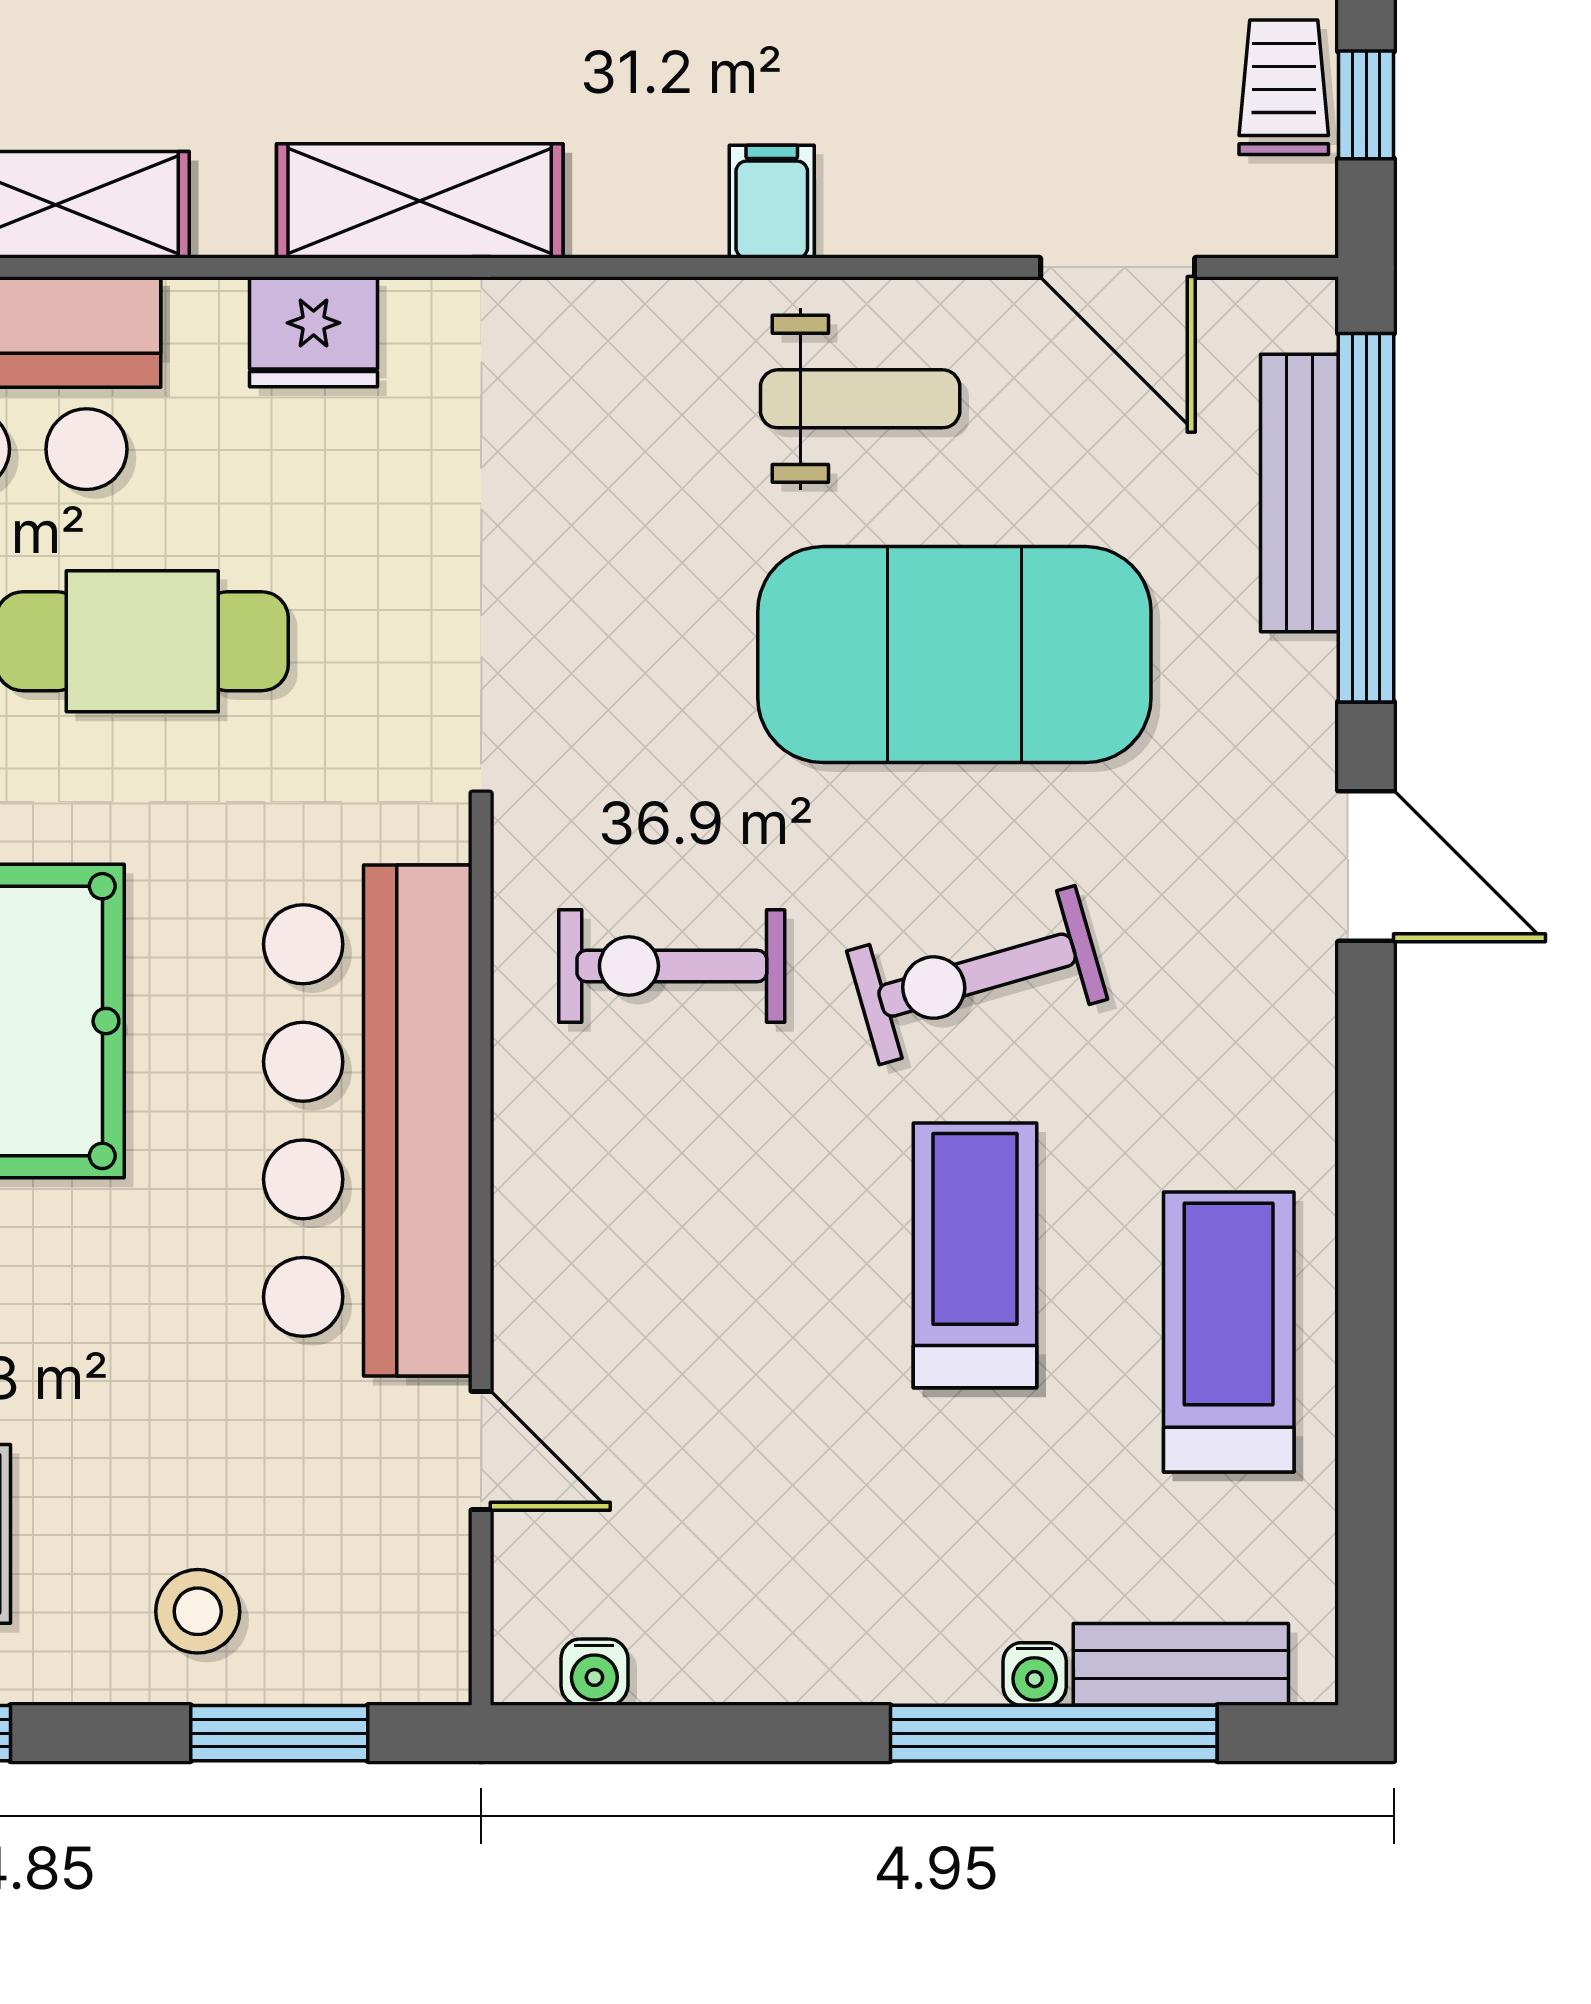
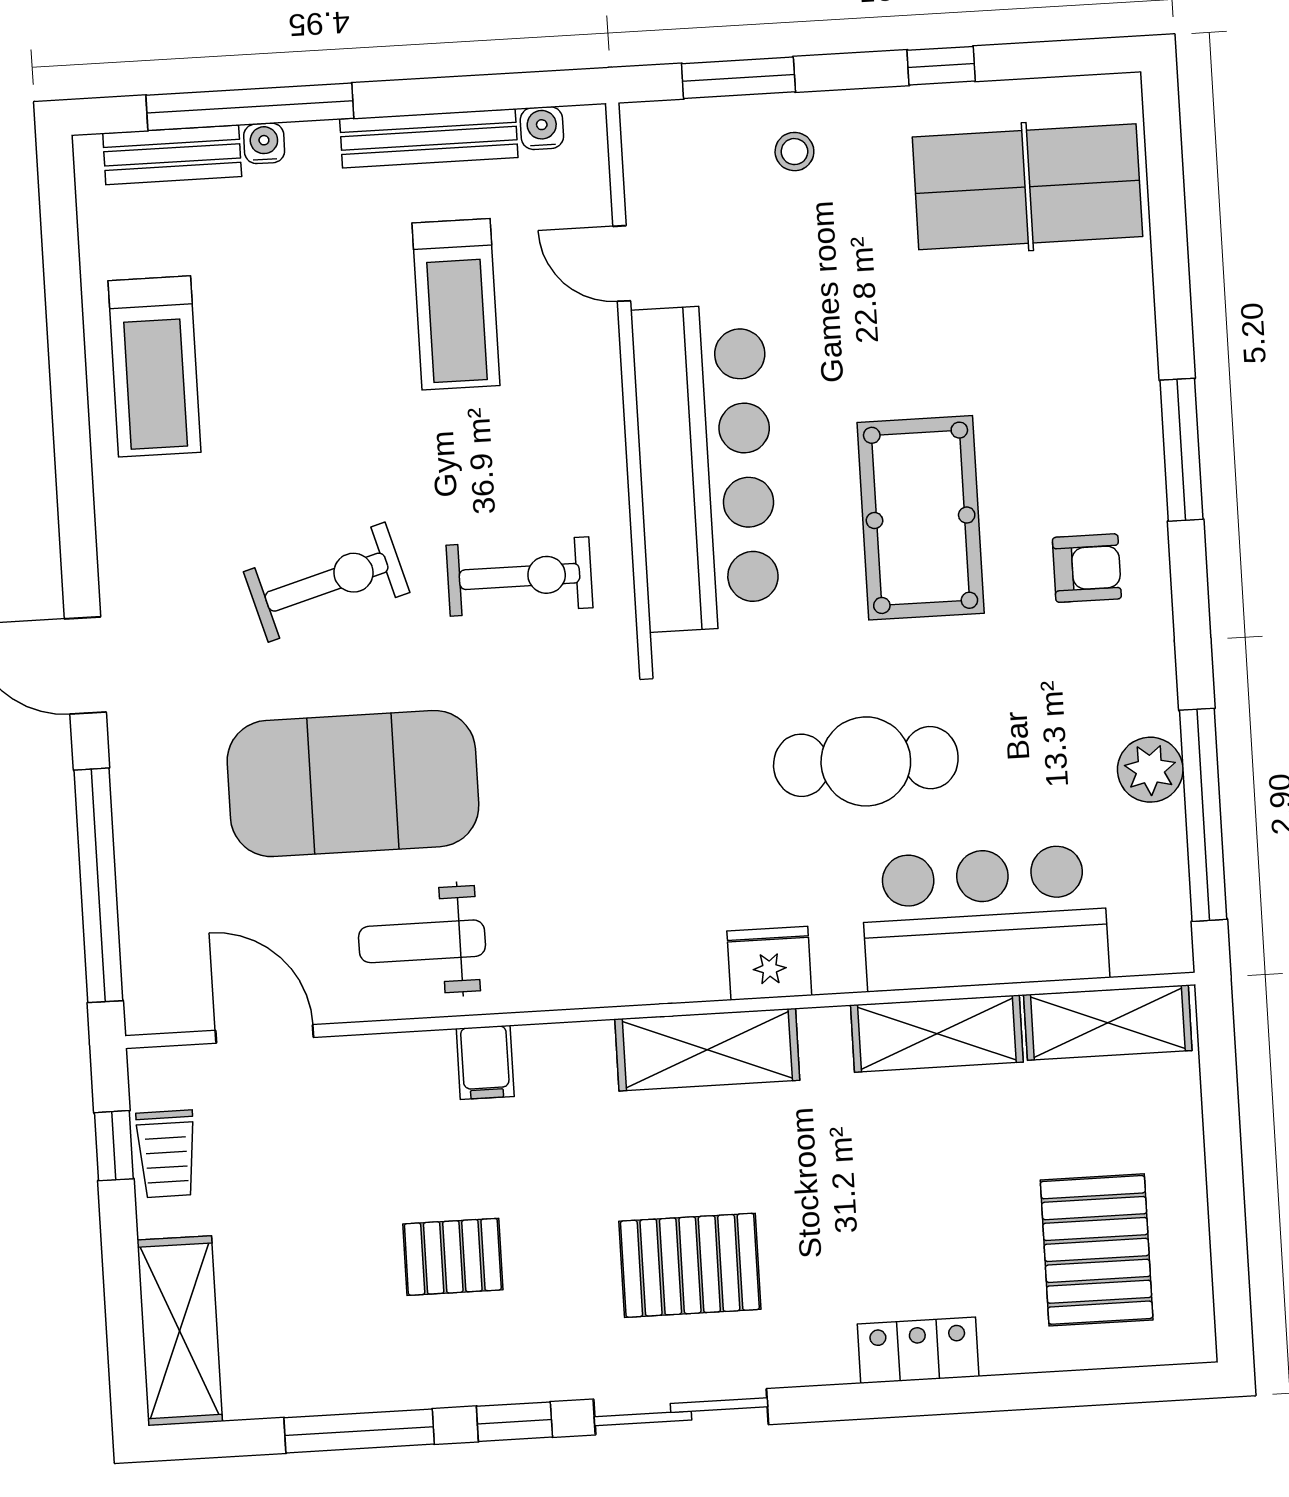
bench: (1299, 493) -> (429, 138), moved, turned 90
treadmill: (975, 1255) -> (456, 304), moved
stool: (198, 1611) -> (794, 152), width x0.73, depth x0.73

